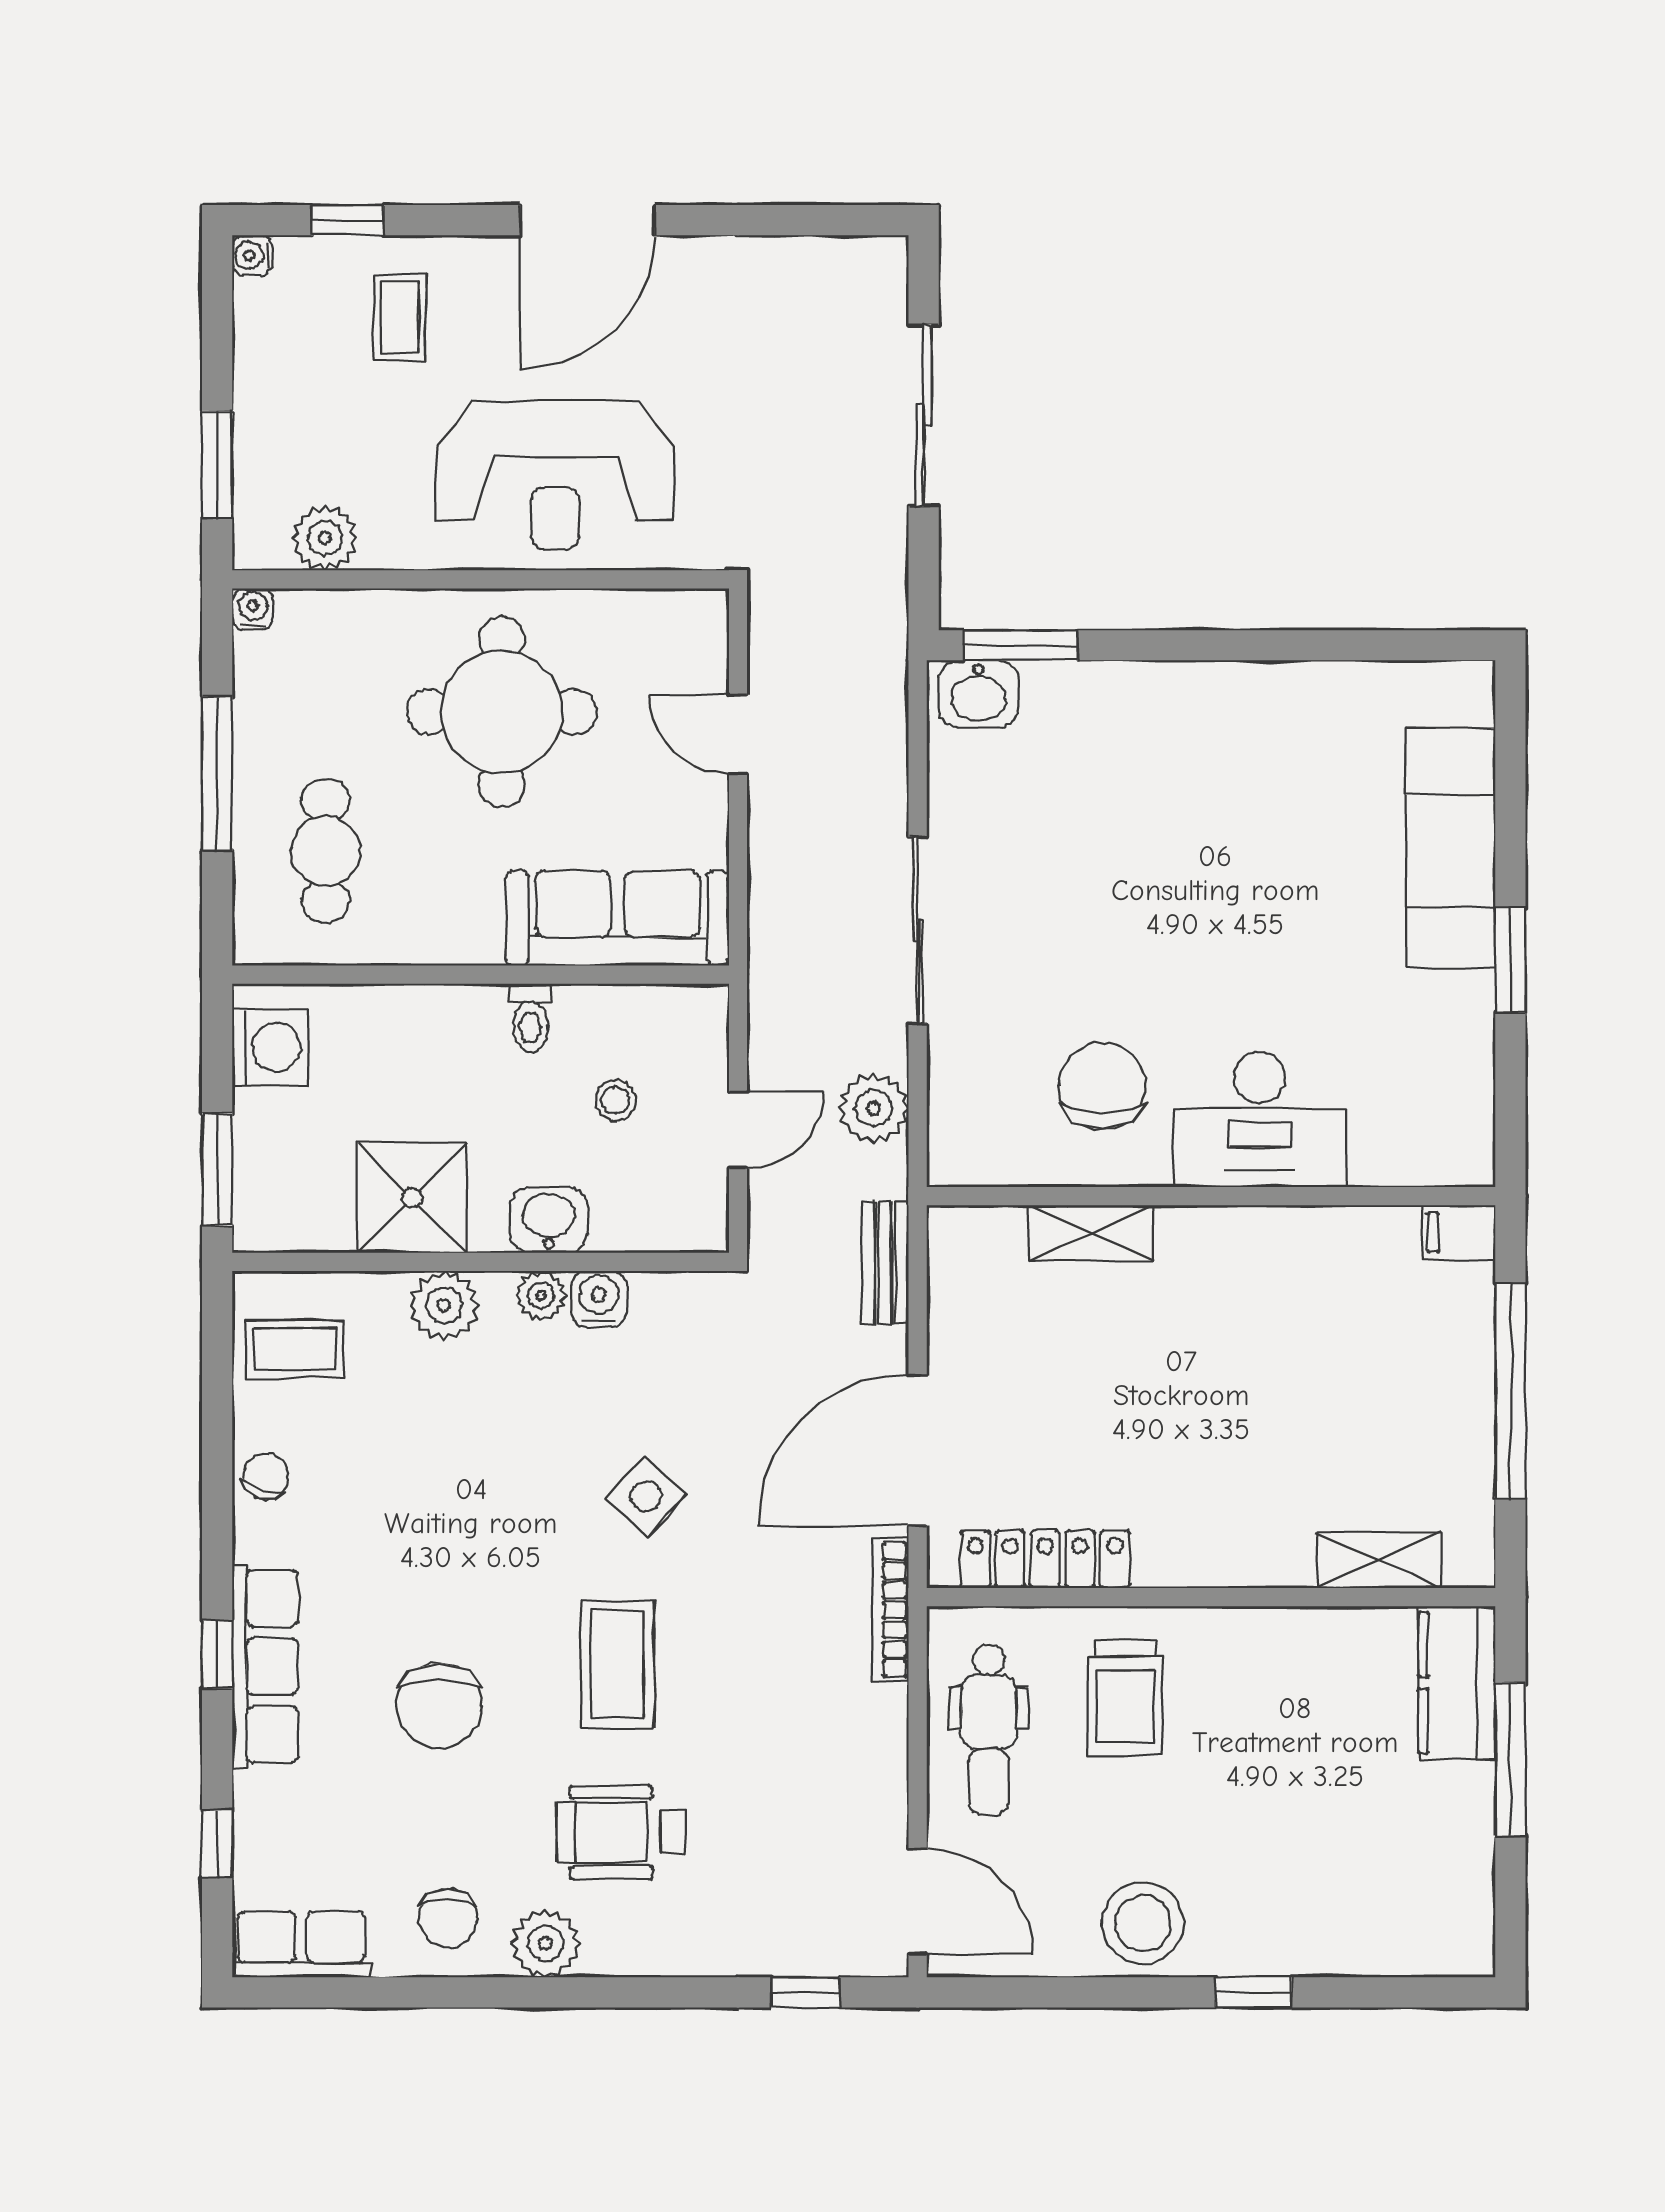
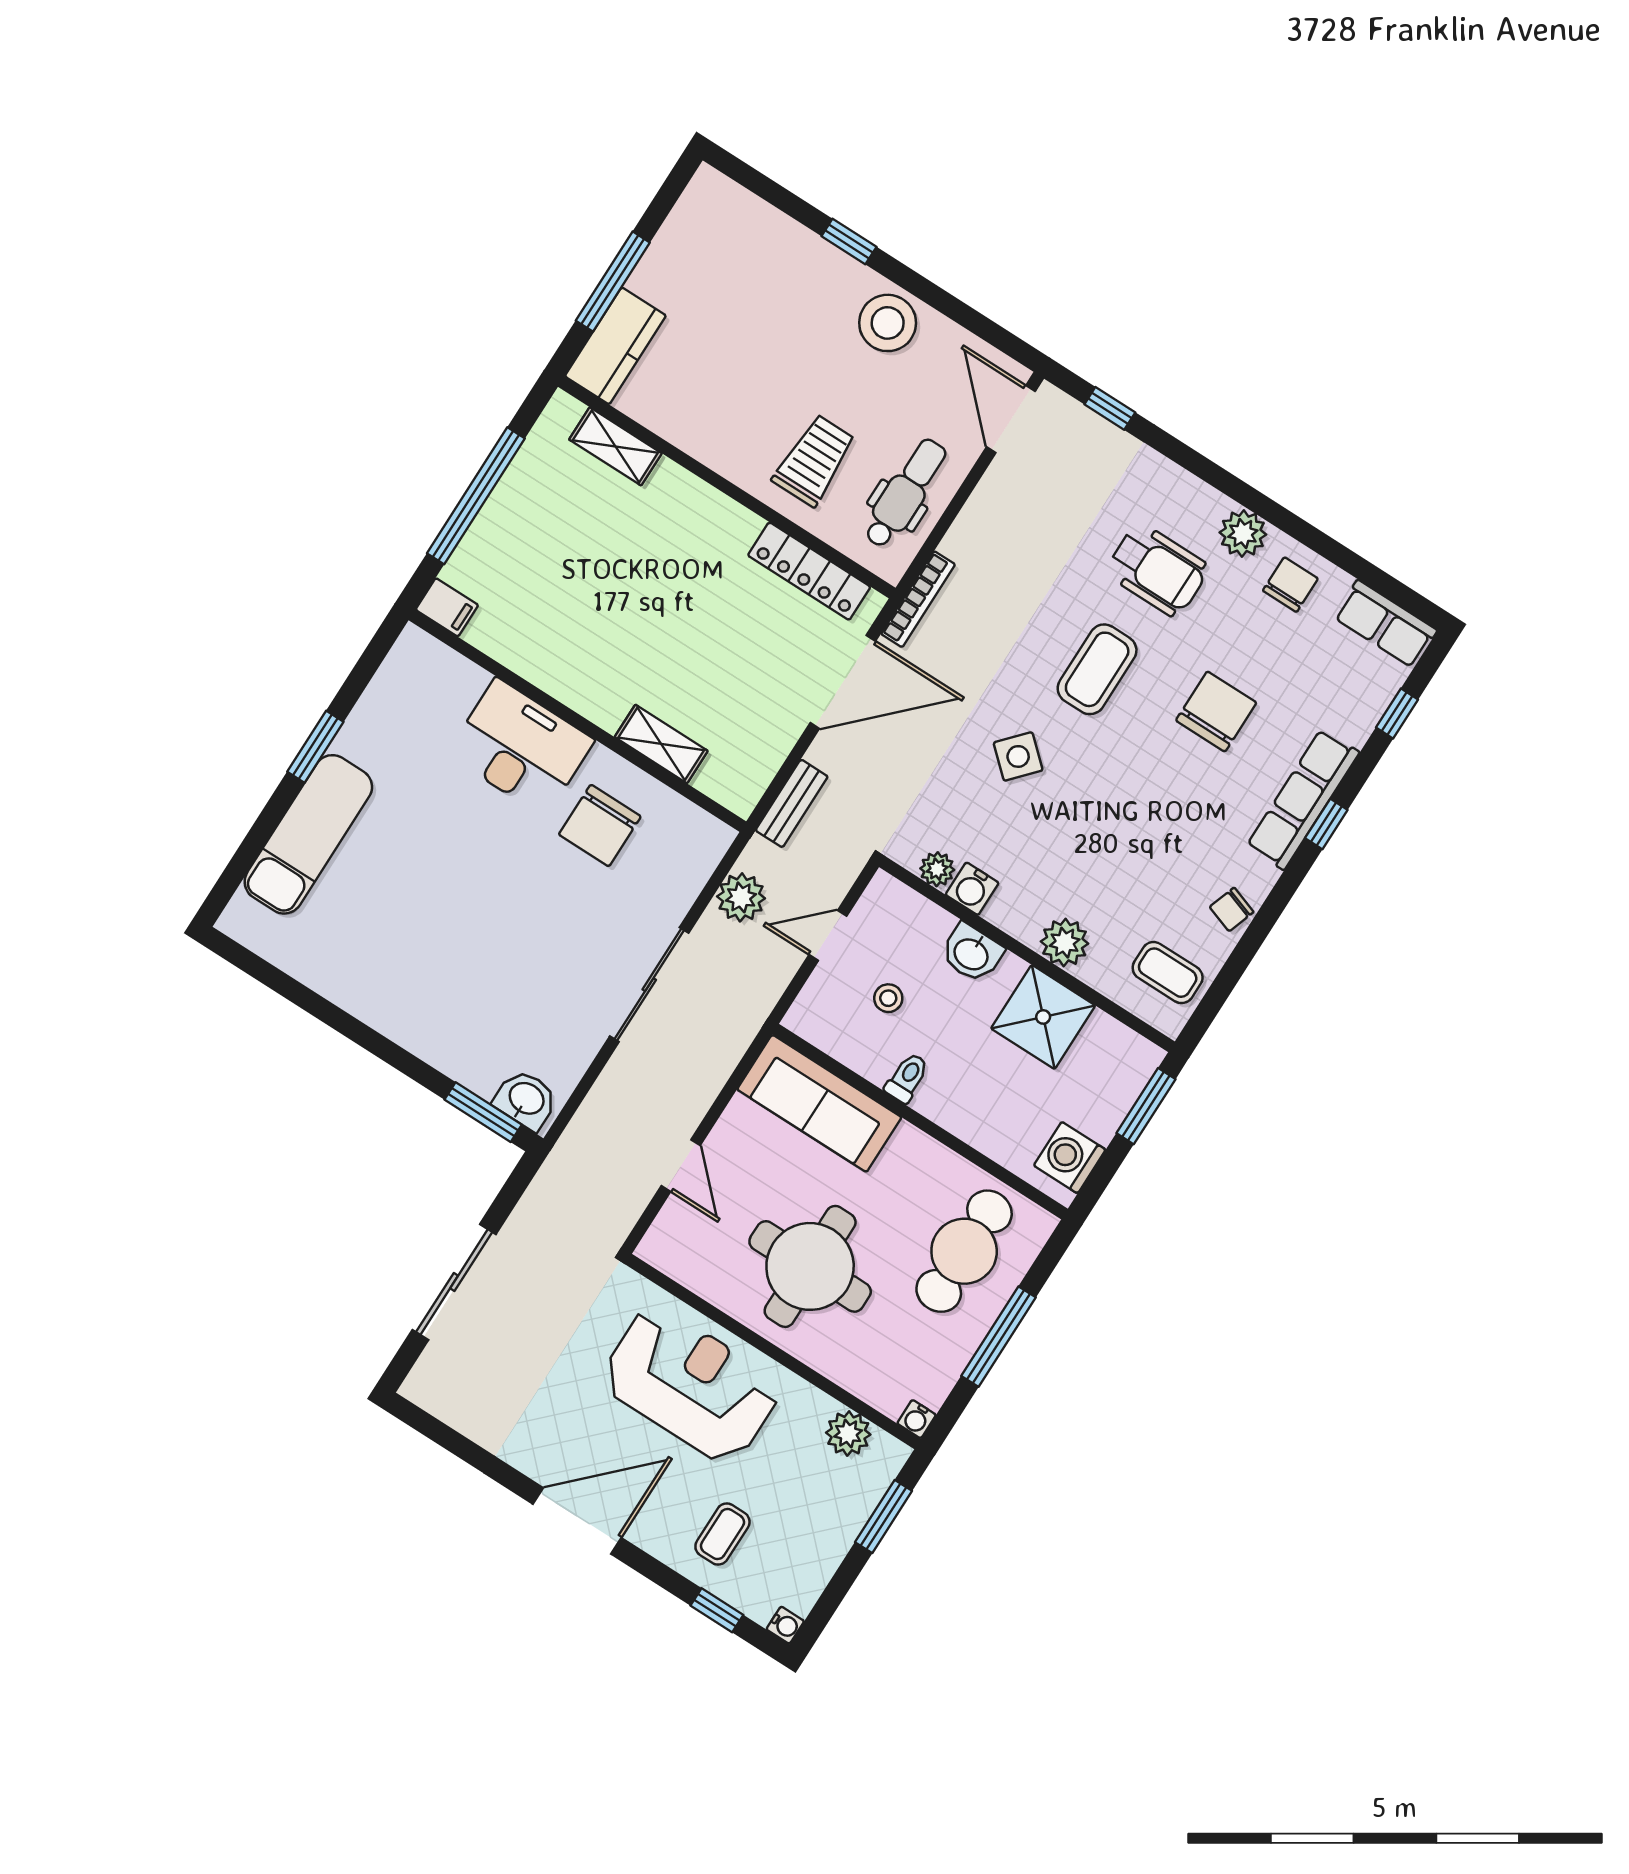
cafe table: (326, 851) -> (964, 1251), width x1.37, depth x1.35
plant: (541, 1296) -> (937, 869), moved

